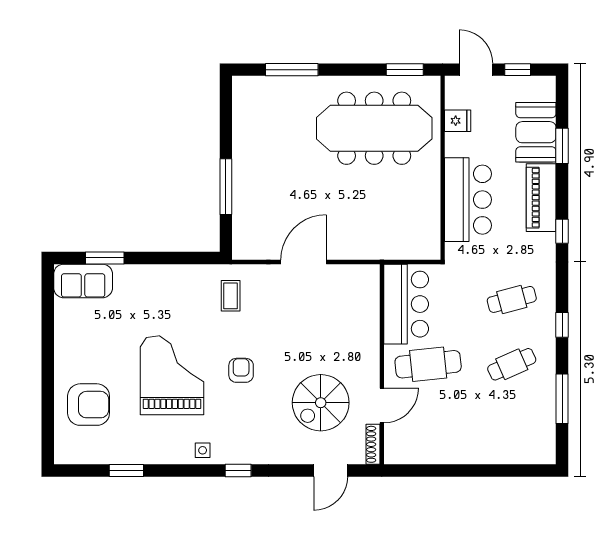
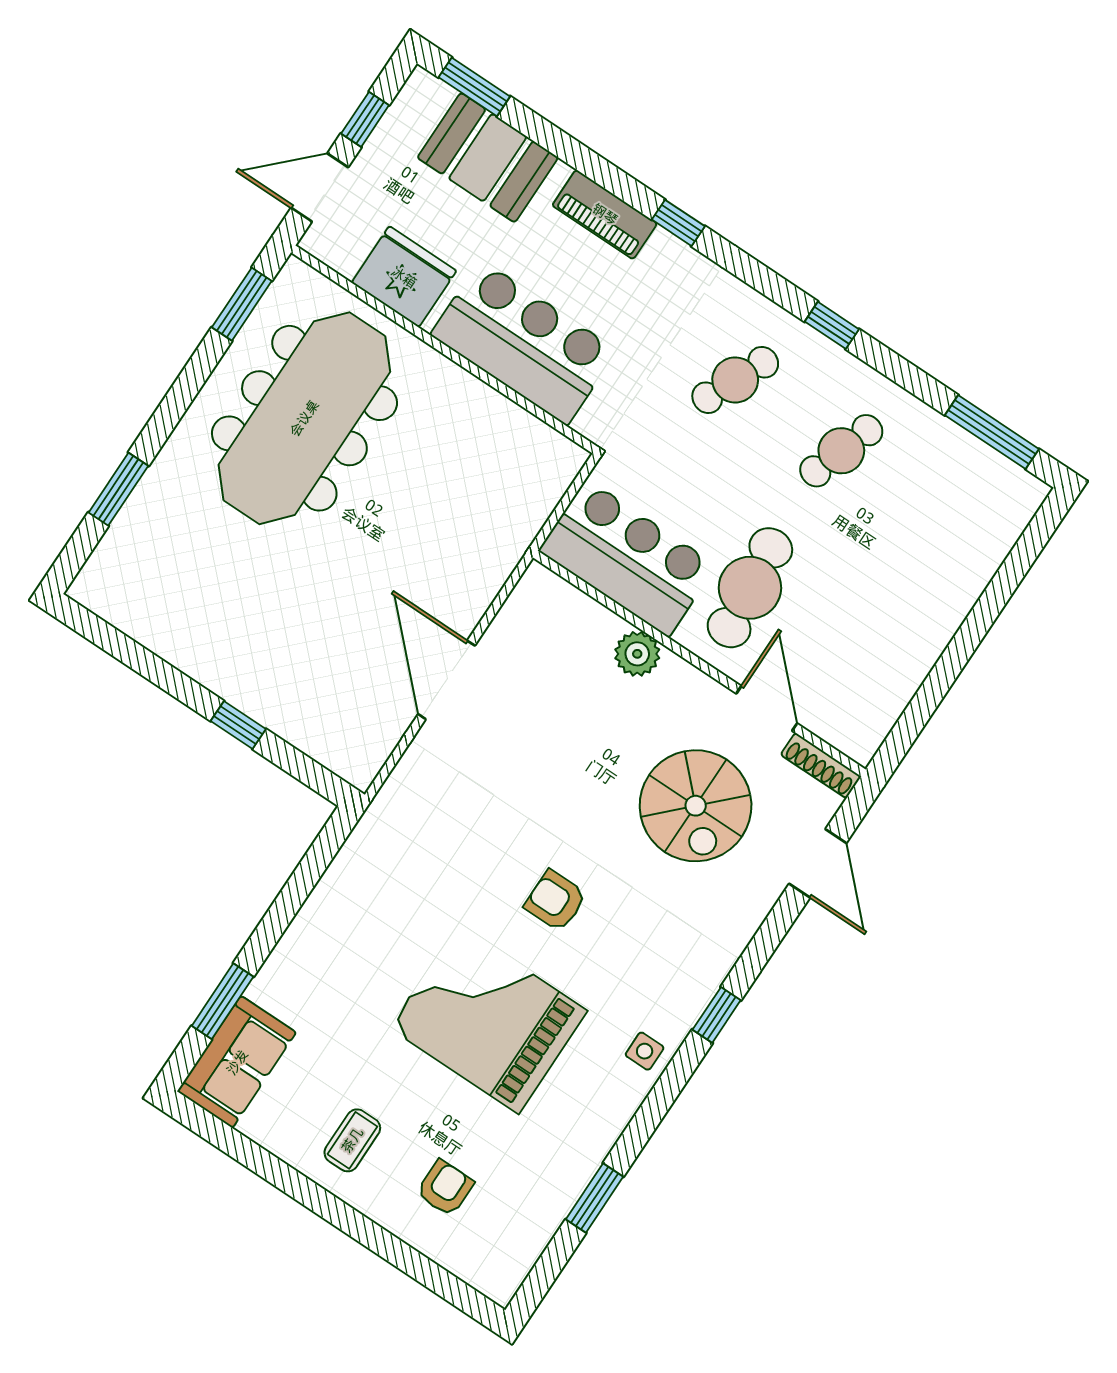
window: (292, 70) -> (118, 489), width x0.69
fridge: (458, 121) -> (404, 277), width x1.88, depth x1.34
window: (562, 146) -> (474, 87), moved
window: (226, 187) -> (238, 725), width x0.46
piano: (541, 198) -> (605, 214), width x0.73, depth x0.75
coffee table: (231, 296) -> (352, 1140), moved, turned 90
cafe table: (512, 299) -> (735, 380), turned 39
plant: (368, 335) -> (637, 654), added
cafe table: (512, 364) -> (841, 451), turned 42
window: (562, 399) -> (992, 432), moved
armchair: (89, 405) -> (445, 1188), width x0.53, depth x0.53

